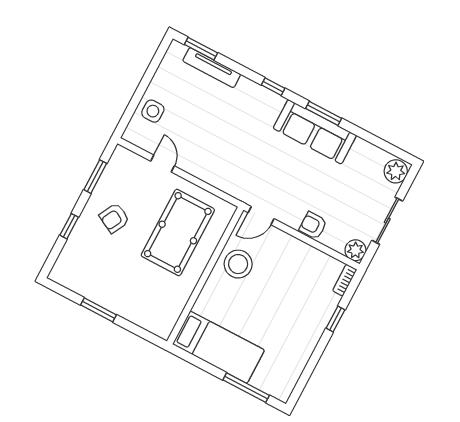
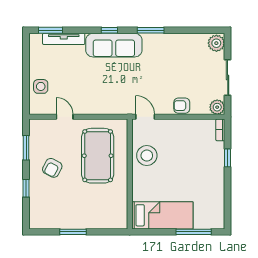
sofa: (315, 132) -> (114, 45), moved
door: (261, 216) -> (145, 117), swing flipped

